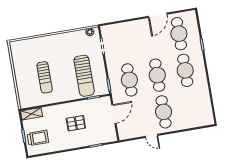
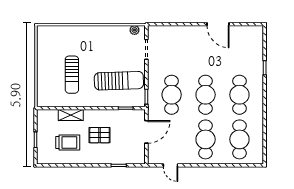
door: (158, 15) -> (218, 24), hinge flipped
cafe table: (179, 34) -> (239, 139), moved
sun lounger: (84, 76) -> (119, 81), turned -92
shelving: (32, 114) -> (71, 115), moved
door: (152, 136) -> (171, 165), moved
trolley: (38, 138) -> (68, 142), moved

